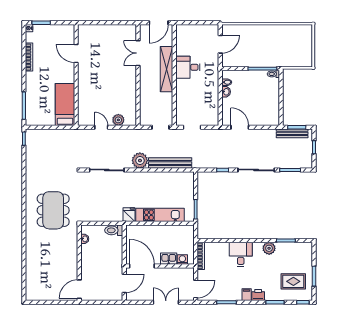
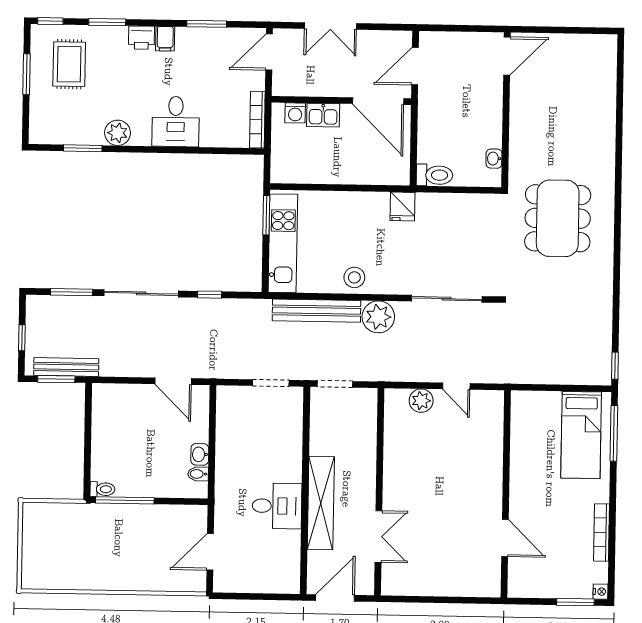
bed: (65, 105) -> (581, 435), moved
stool: (152, 180) -> (354, 277), added
kitchen unit: (160, 215) -> (283, 243), moved, turned -90
rug: (293, 281) -> (69, 64), turned 90

